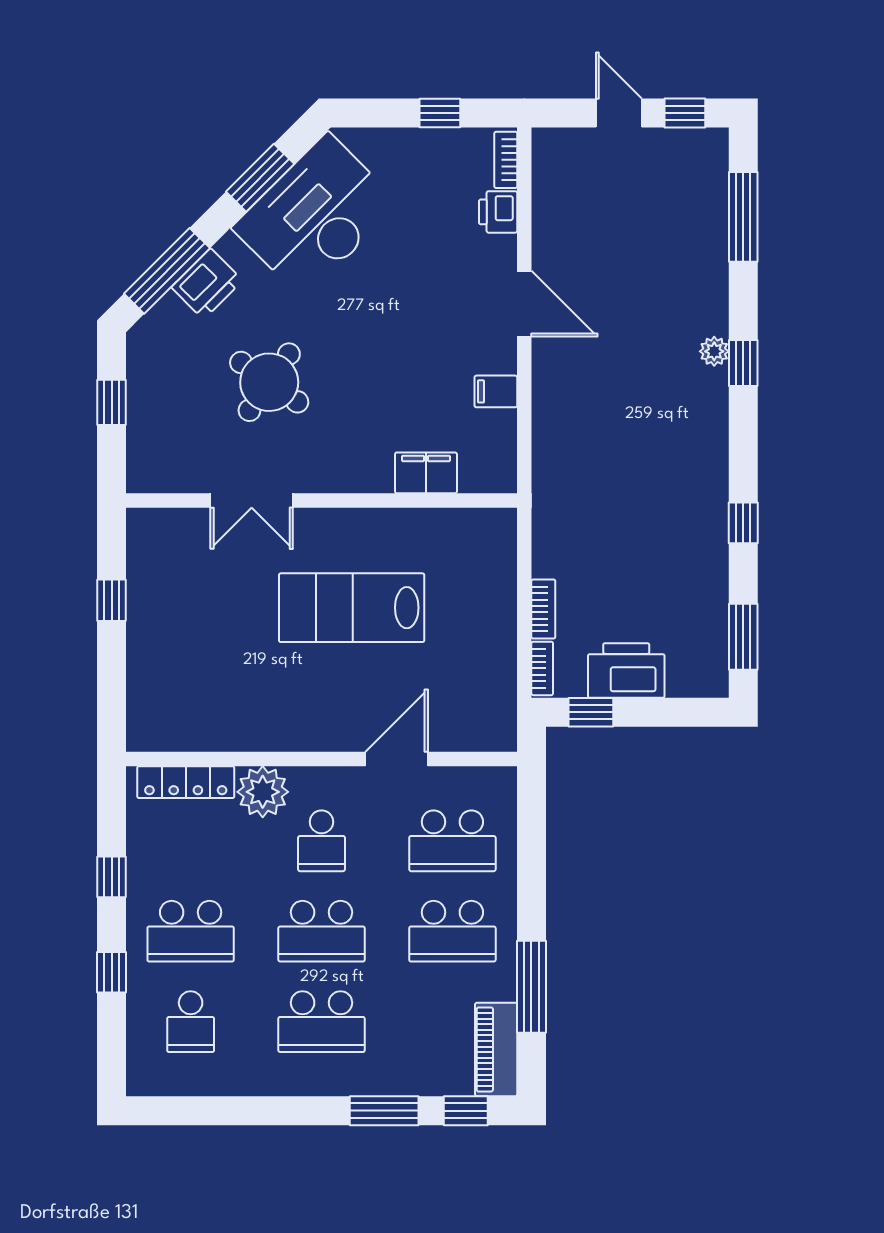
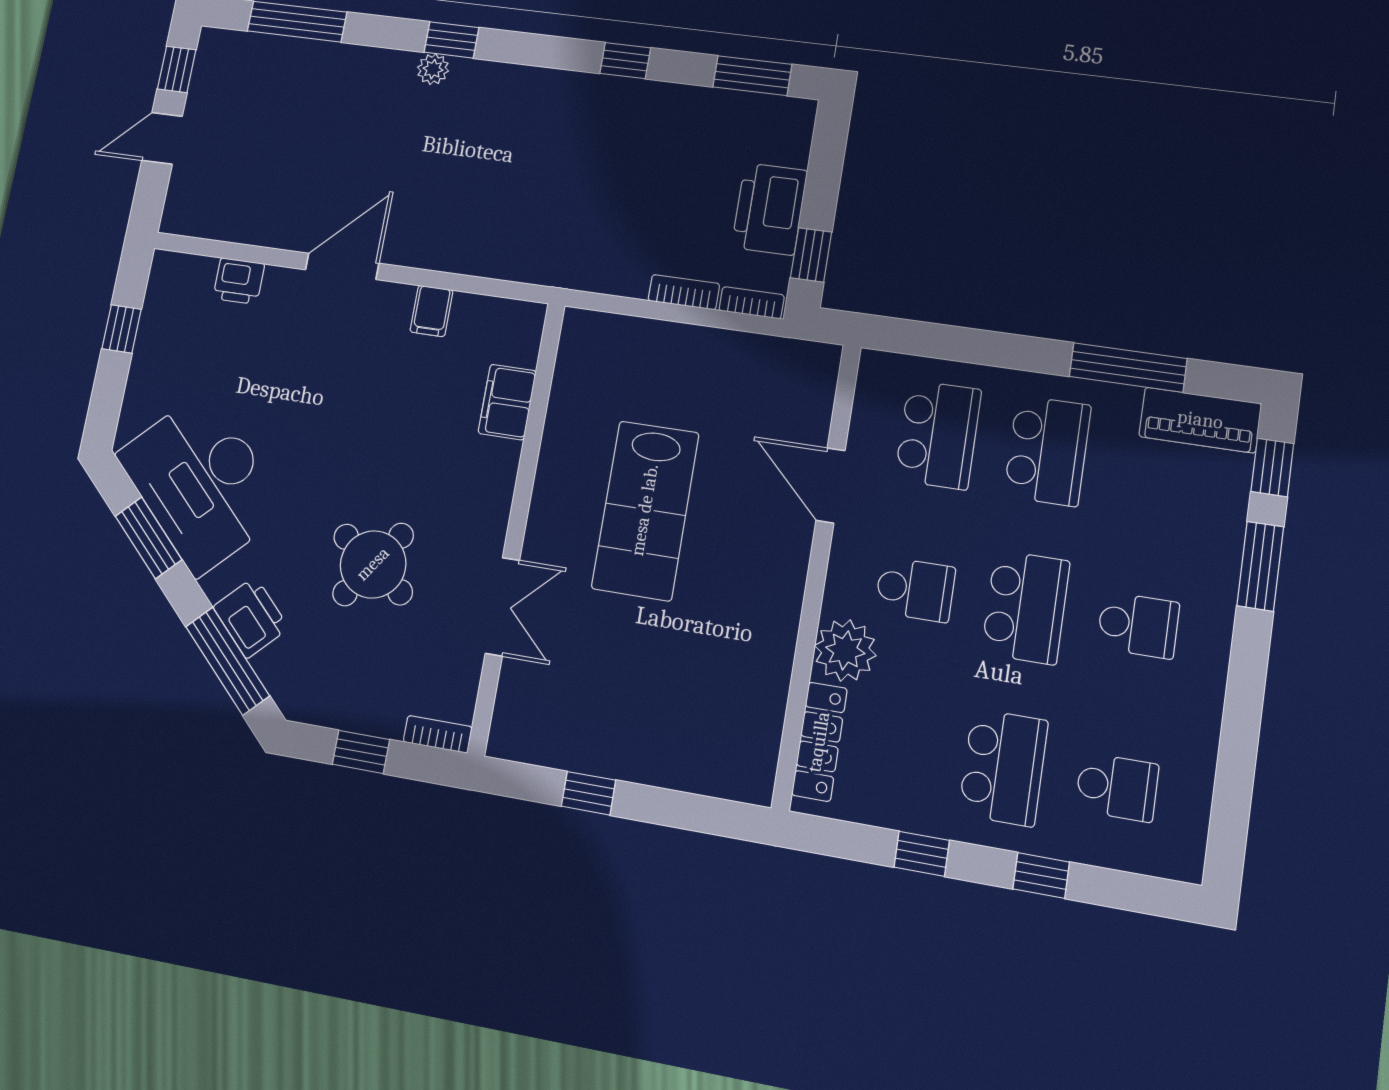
bookcase: (506, 160) -> (438, 734), moved, turned 180
school desk: (322, 1022) -> (1138, 625), width x0.54

